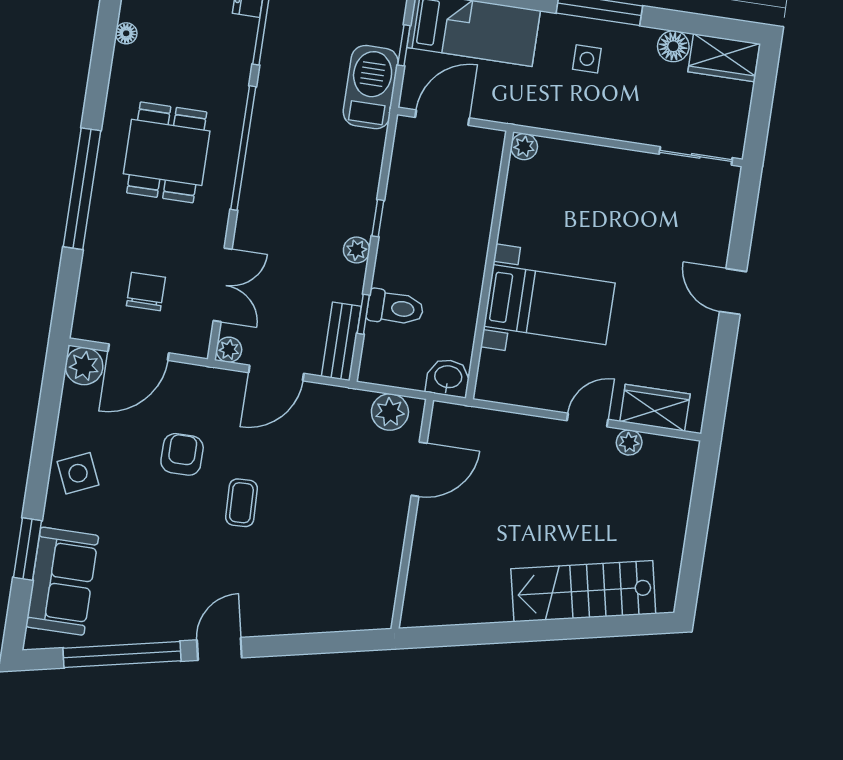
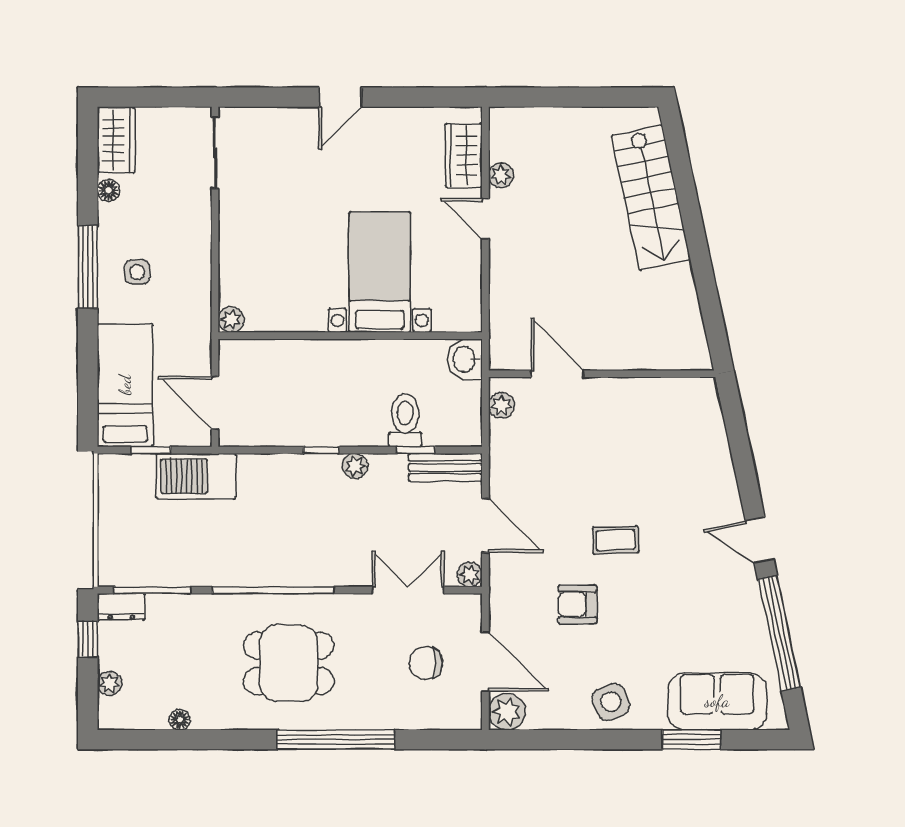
floor lamp: (673, 46) -> (108, 190), width x0.73, depth x0.73
plant: (390, 412) -> (502, 405), width x0.73, depth x0.73

